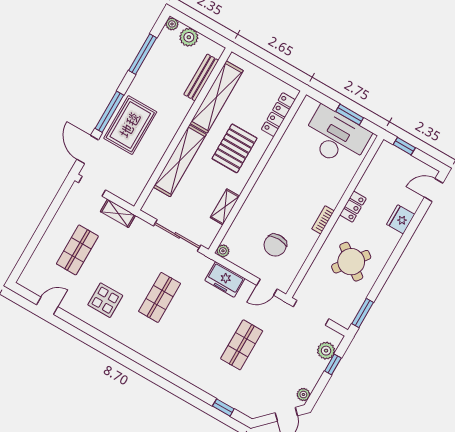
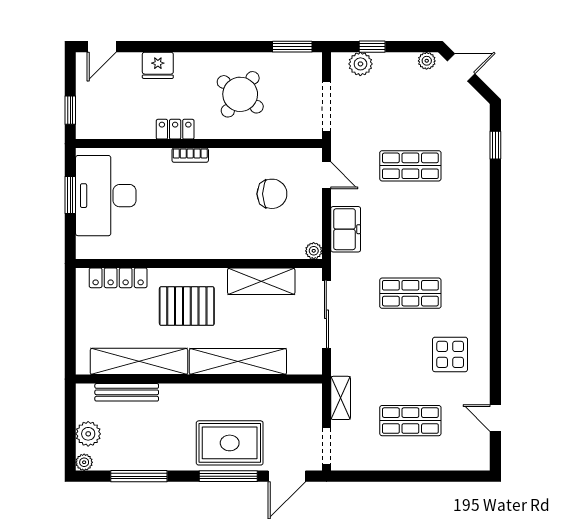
door: (434, 190) -> (102, 47), hinge flipped
shelving: (225, 207) -> (261, 281), width x1.50, depth x1.33
bookcase: (323, 220) -> (190, 155), moved

